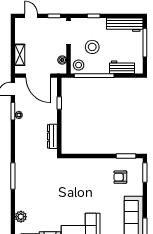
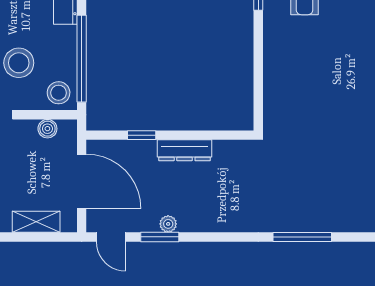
door: (38, 76) -> (82, 181), hinge flipped
dresser: (52, 136) -> (185, 150), moved

